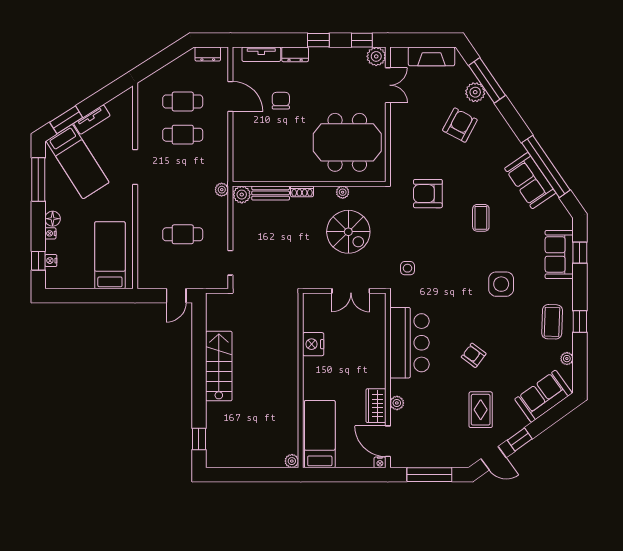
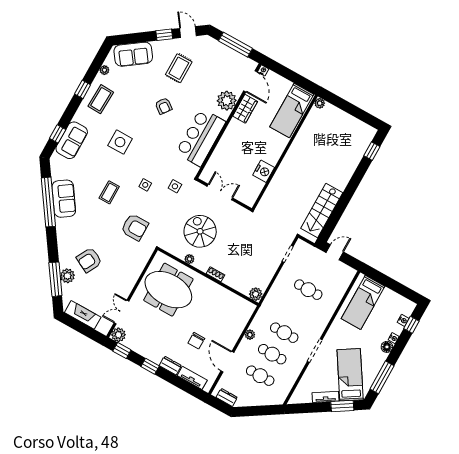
cafe table: (183, 168) -> (284, 333), added
plant: (222, 190) -> (250, 335), moved
bench: (271, 193) -> (236, 285), removed
side table: (443, 250) -> (145, 185), added
stairs: (219, 366) -> (322, 210), moved
plant: (397, 403) -> (227, 101), width x1.87, depth x1.87

